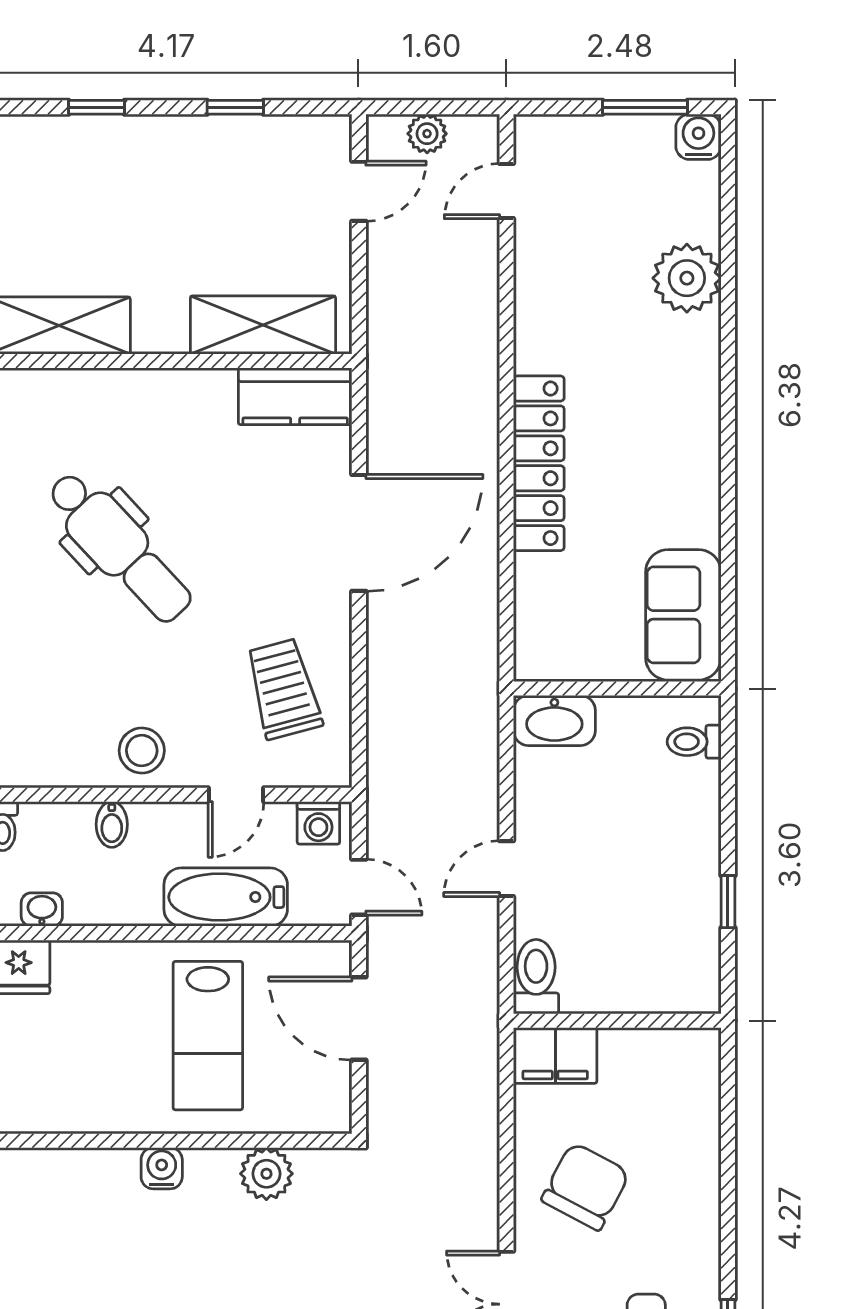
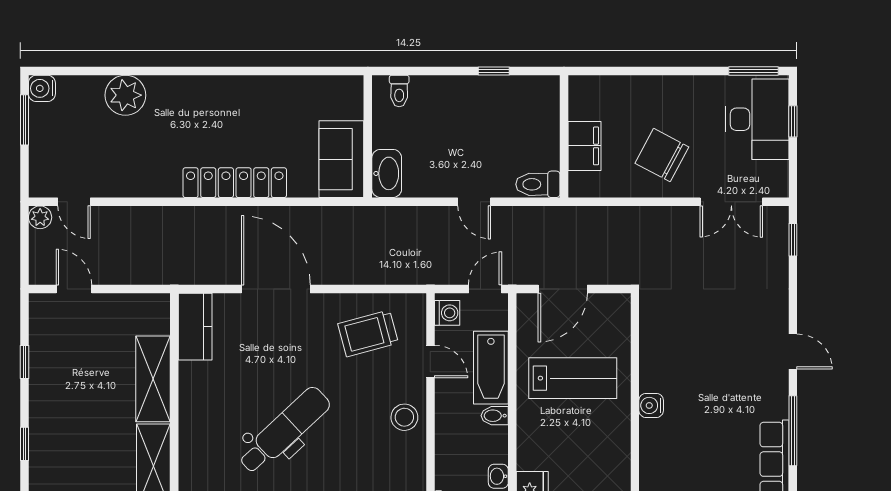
plant: (427, 134) -> (40, 217), moved
shelving: (263, 325) -> (153, 379), moved
sofa: (683, 615) -> (341, 159), moved, turned 90
bidet: (112, 824) -> (495, 416), moved, turned 180
filing cabinet: (555, 1055) -> (585, 146), moved
plant: (266, 1174) -> (654, 344), removed

